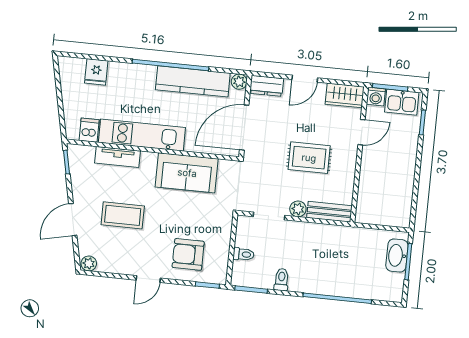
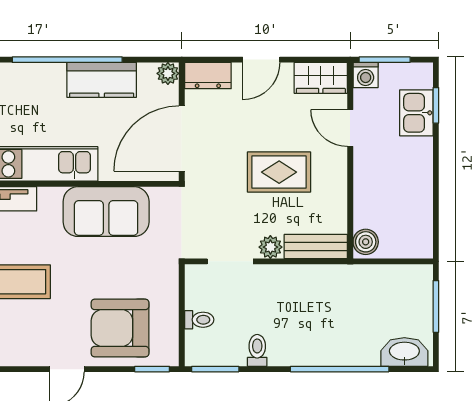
kitchen counter: (193, 81) -> (102, 80), width x0.67
kitchen sink: (402, 102) -> (416, 113), moved, turned 90
door: (362, 132) -> (350, 128), swing flipped
boiler: (364, 212) -> (366, 242), added
armchair: (188, 254) -> (120, 328), width x1.36, depth x1.36
washbasin: (397, 256) -> (404, 352), moved, turned 90

